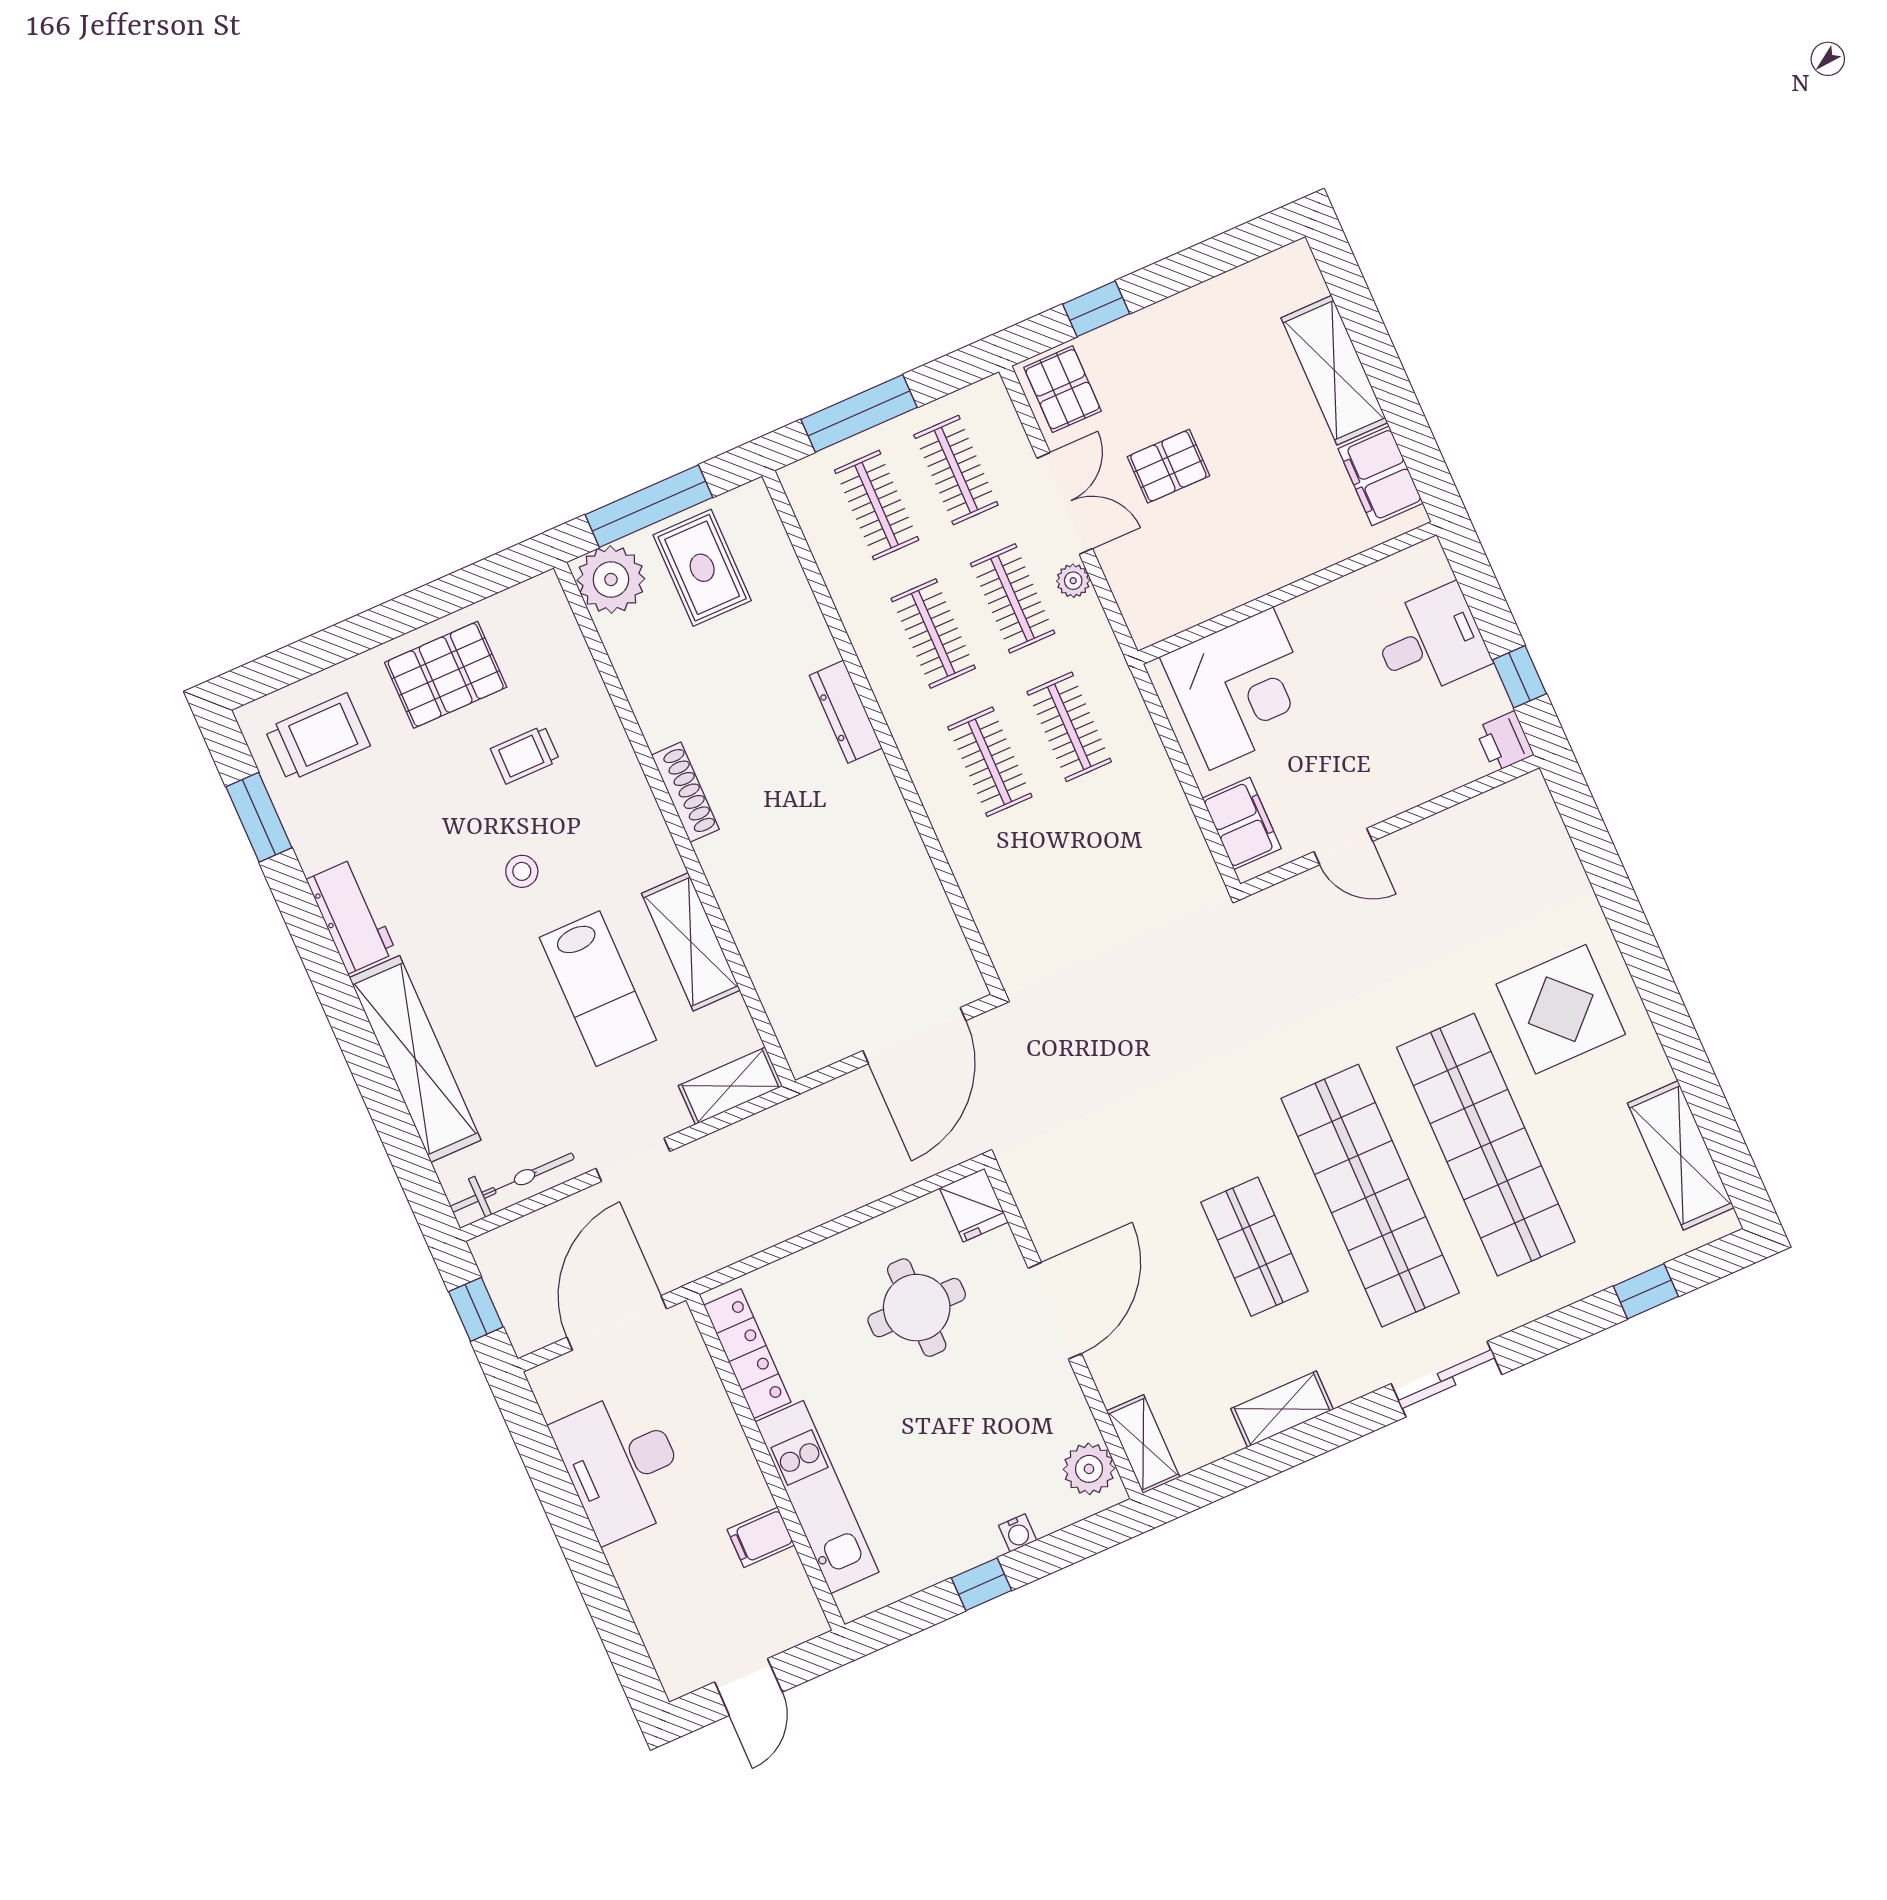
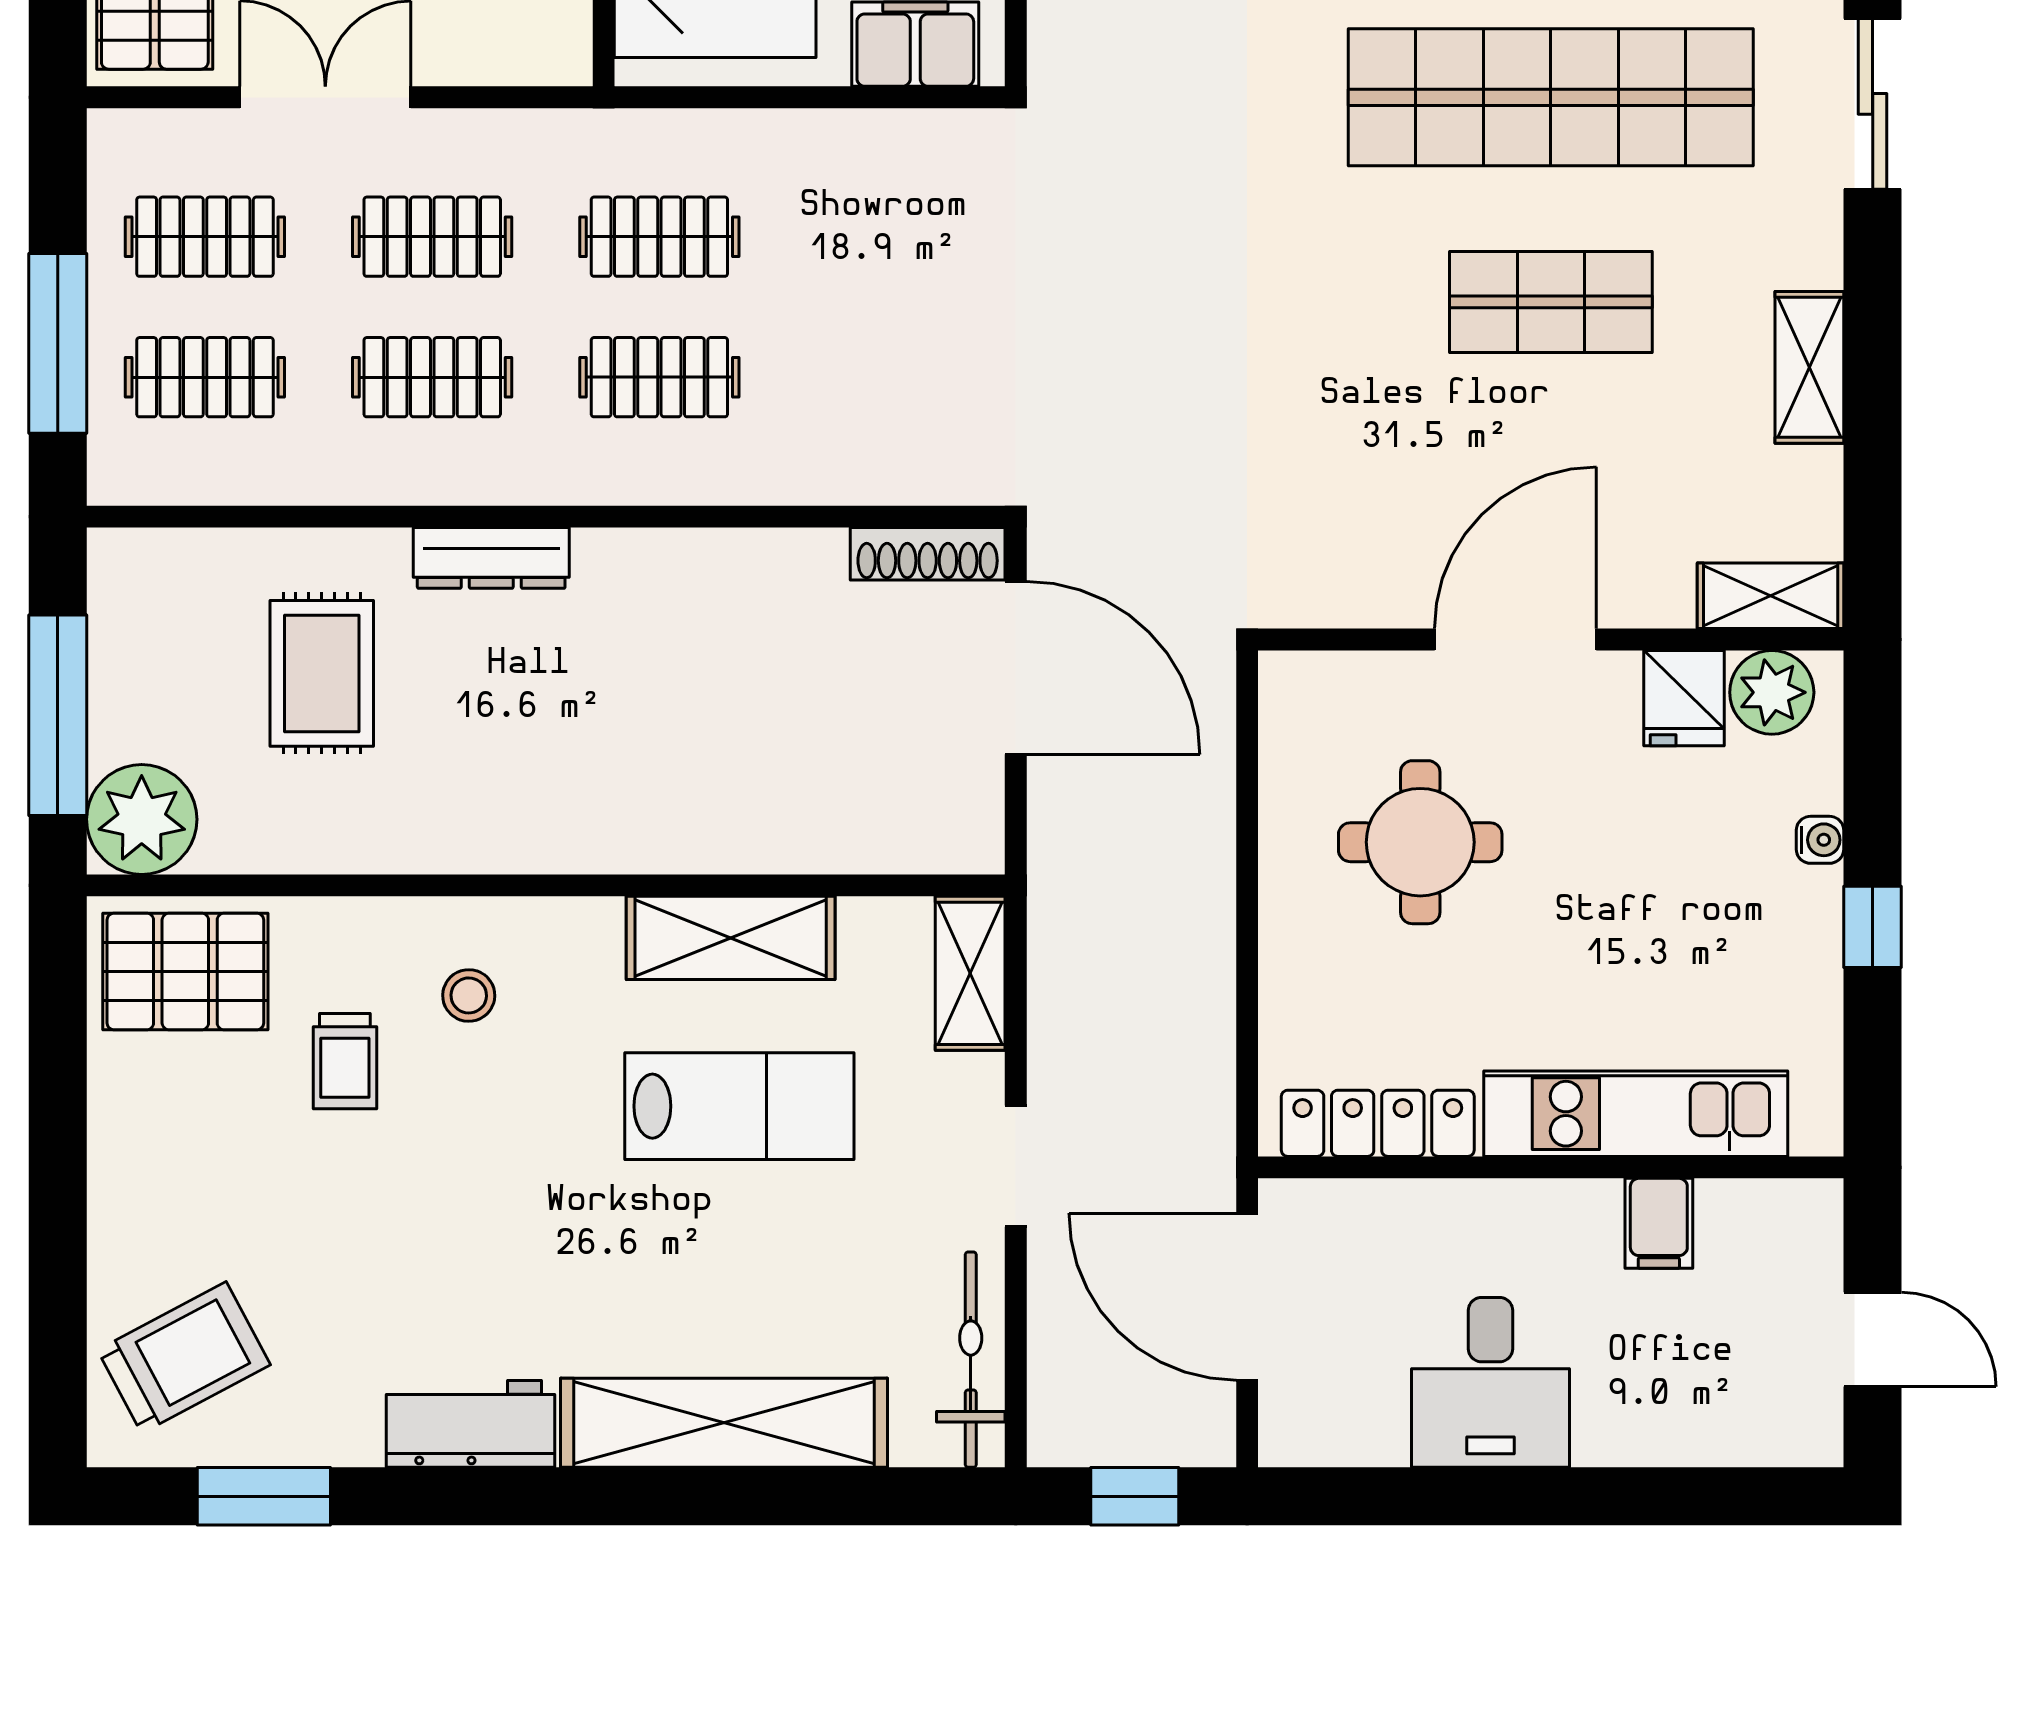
rug: (702, 568) -> (322, 673), moved, turned 90
plant: (1073, 581) -> (446, 135), removed
pallet: (446, 675) -> (185, 971), moved, turned 90
trolley: (317, 737) -> (184, 1357), turned 62
shoe rack: (685, 792) -> (928, 554), moved, turned 180
stool: (522, 871) -> (469, 995), moved
fridge: (974, 1205) -> (1684, 698), moved, turned 90
door: (1055, 1311) -> (1515, 640), hinge flipped
desk: (622, 1465) -> (1490, 1382), width x0.73

